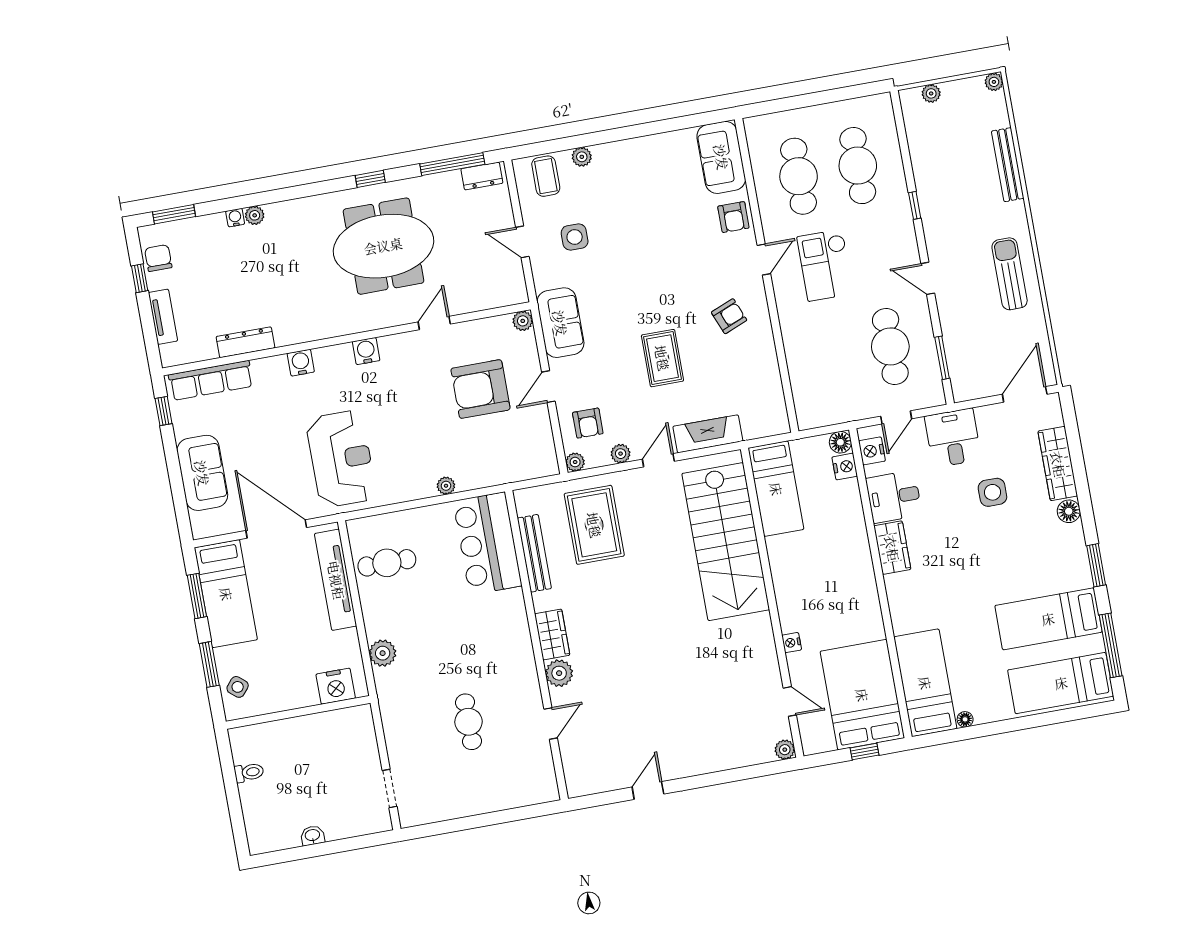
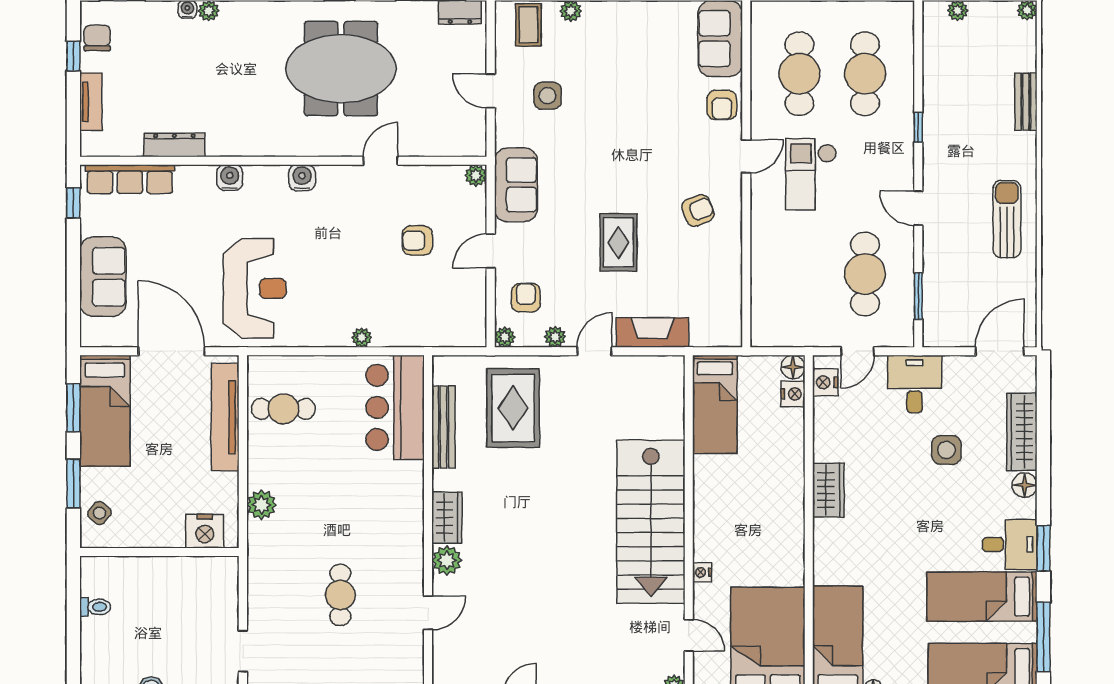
bench: (1008, 165) -> (1026, 102), width x0.73
armchair: (480, 389) -> (417, 241), width x0.53, depth x0.53
armchair: (588, 423) -> (526, 298), turned 180
desk: (894, 497) -> (1010, 544), moved, turned 180
stairs: (726, 542) -> (651, 522), moved

